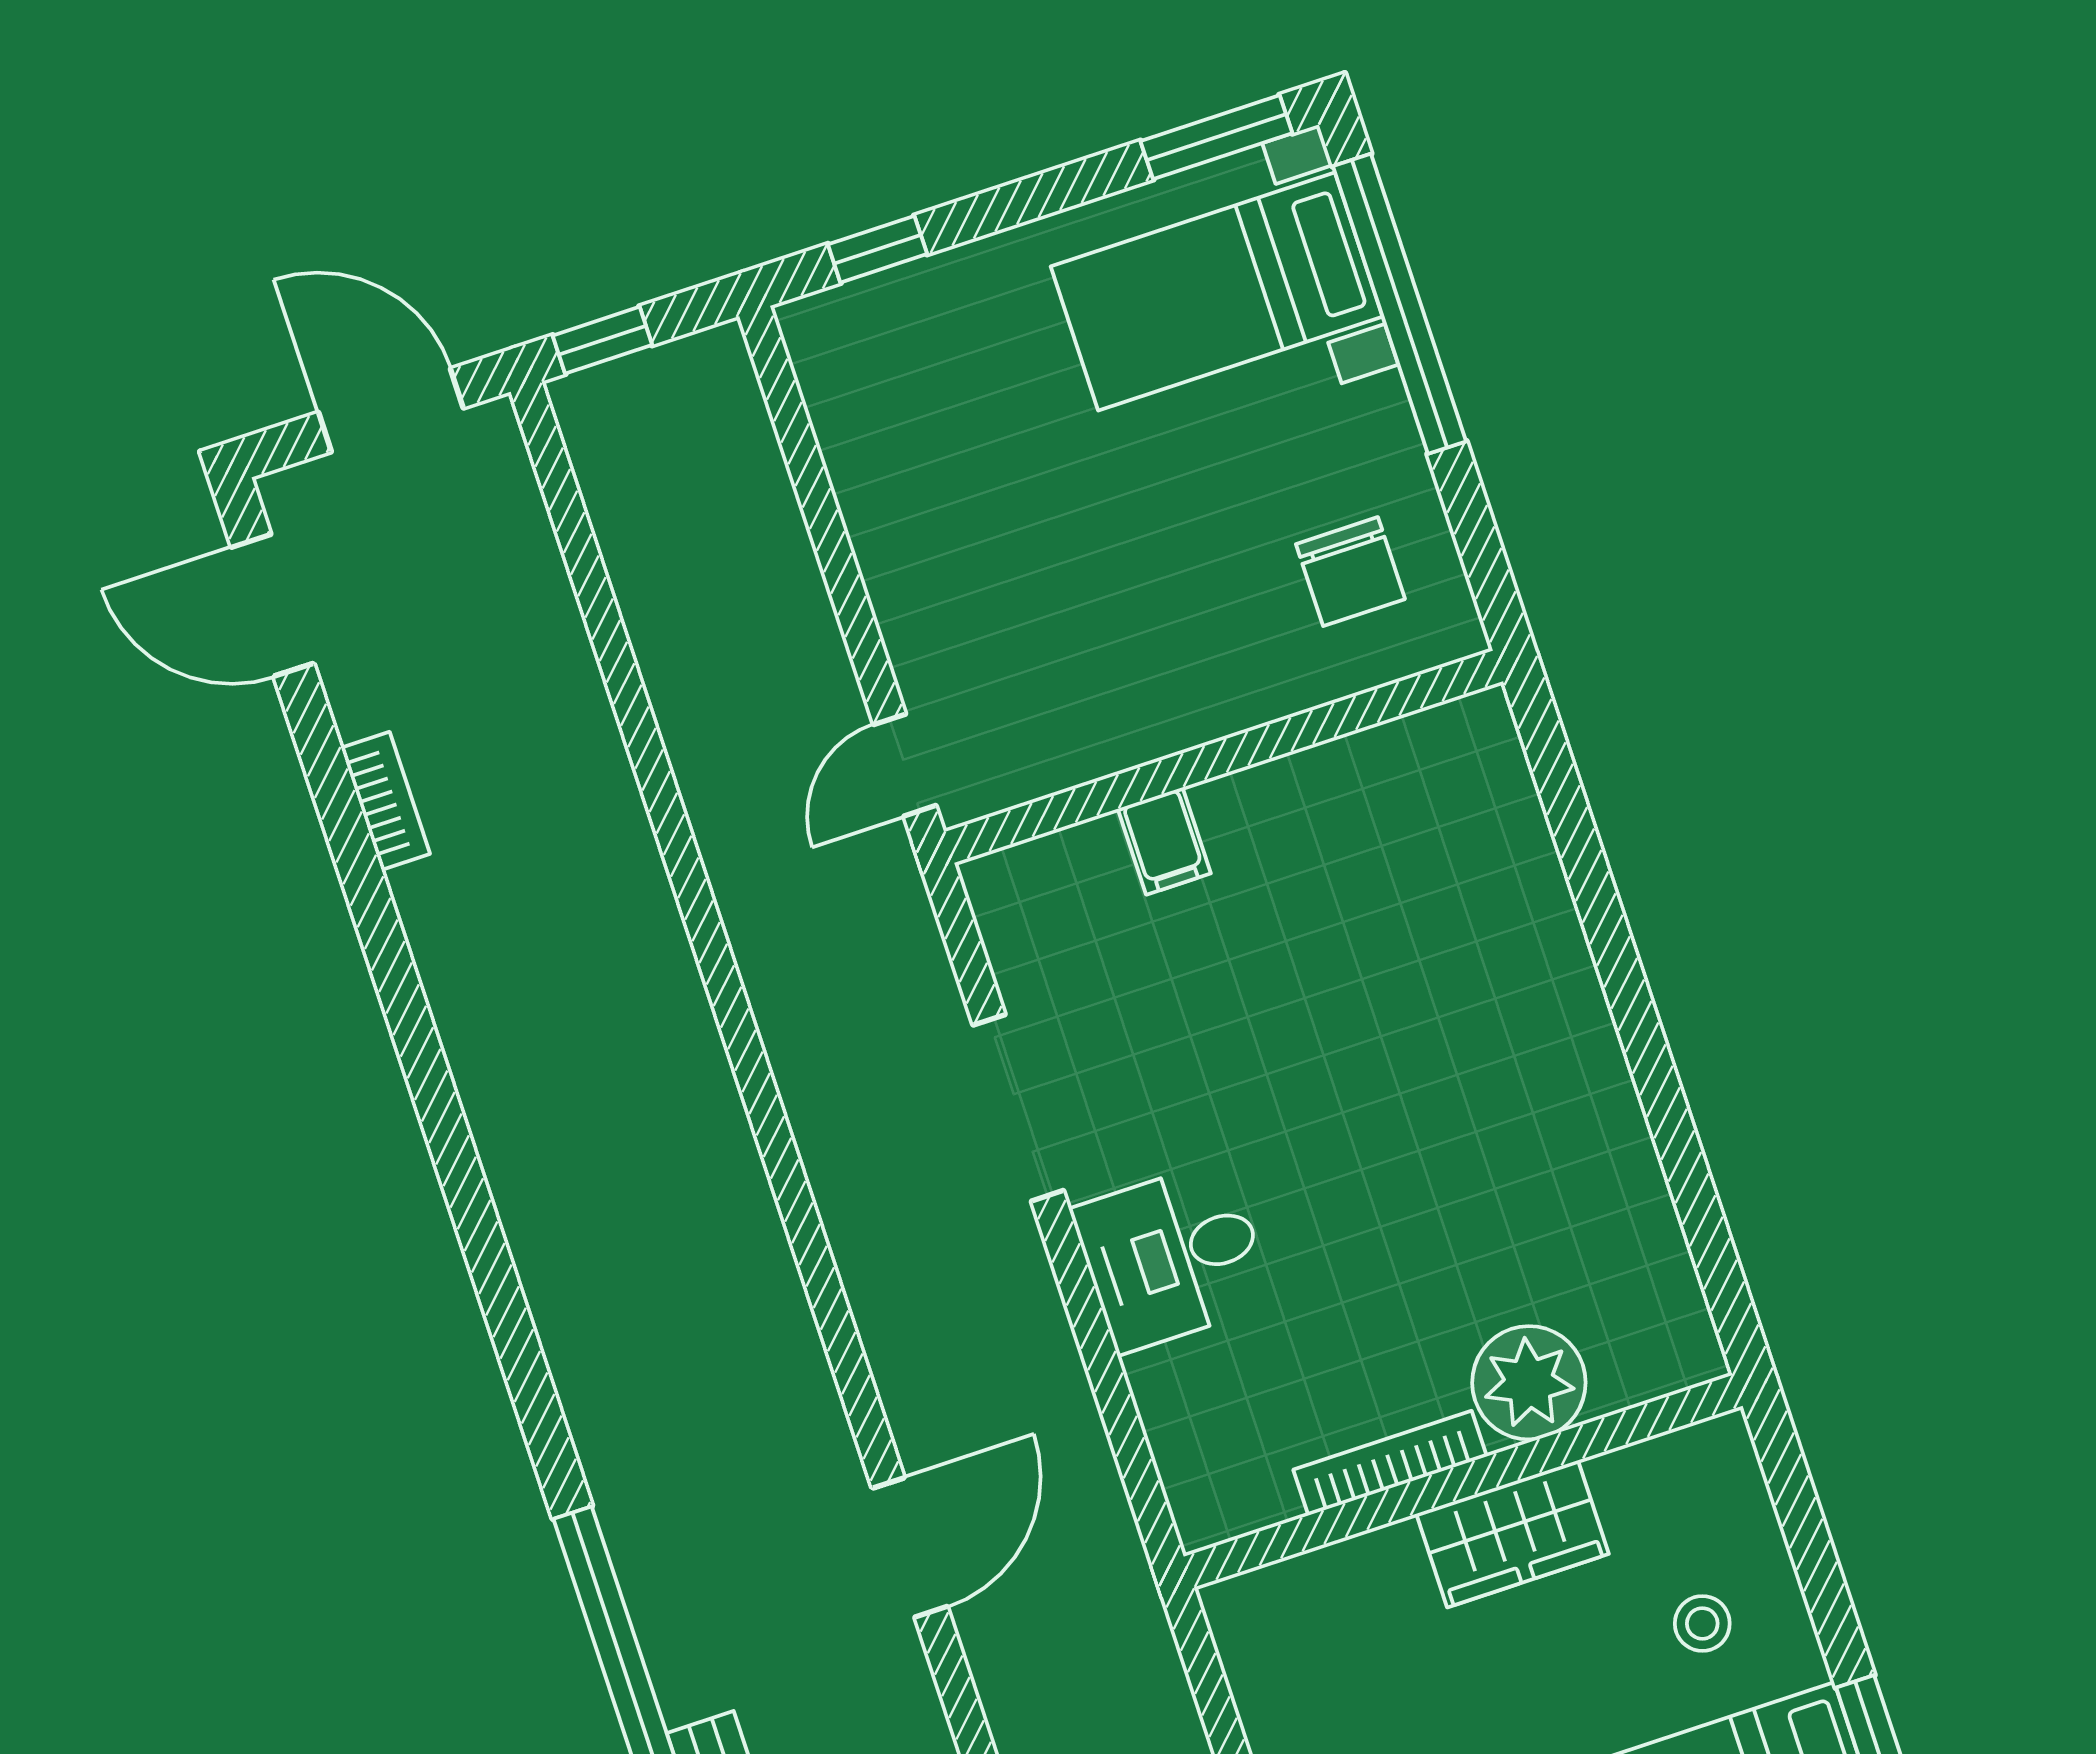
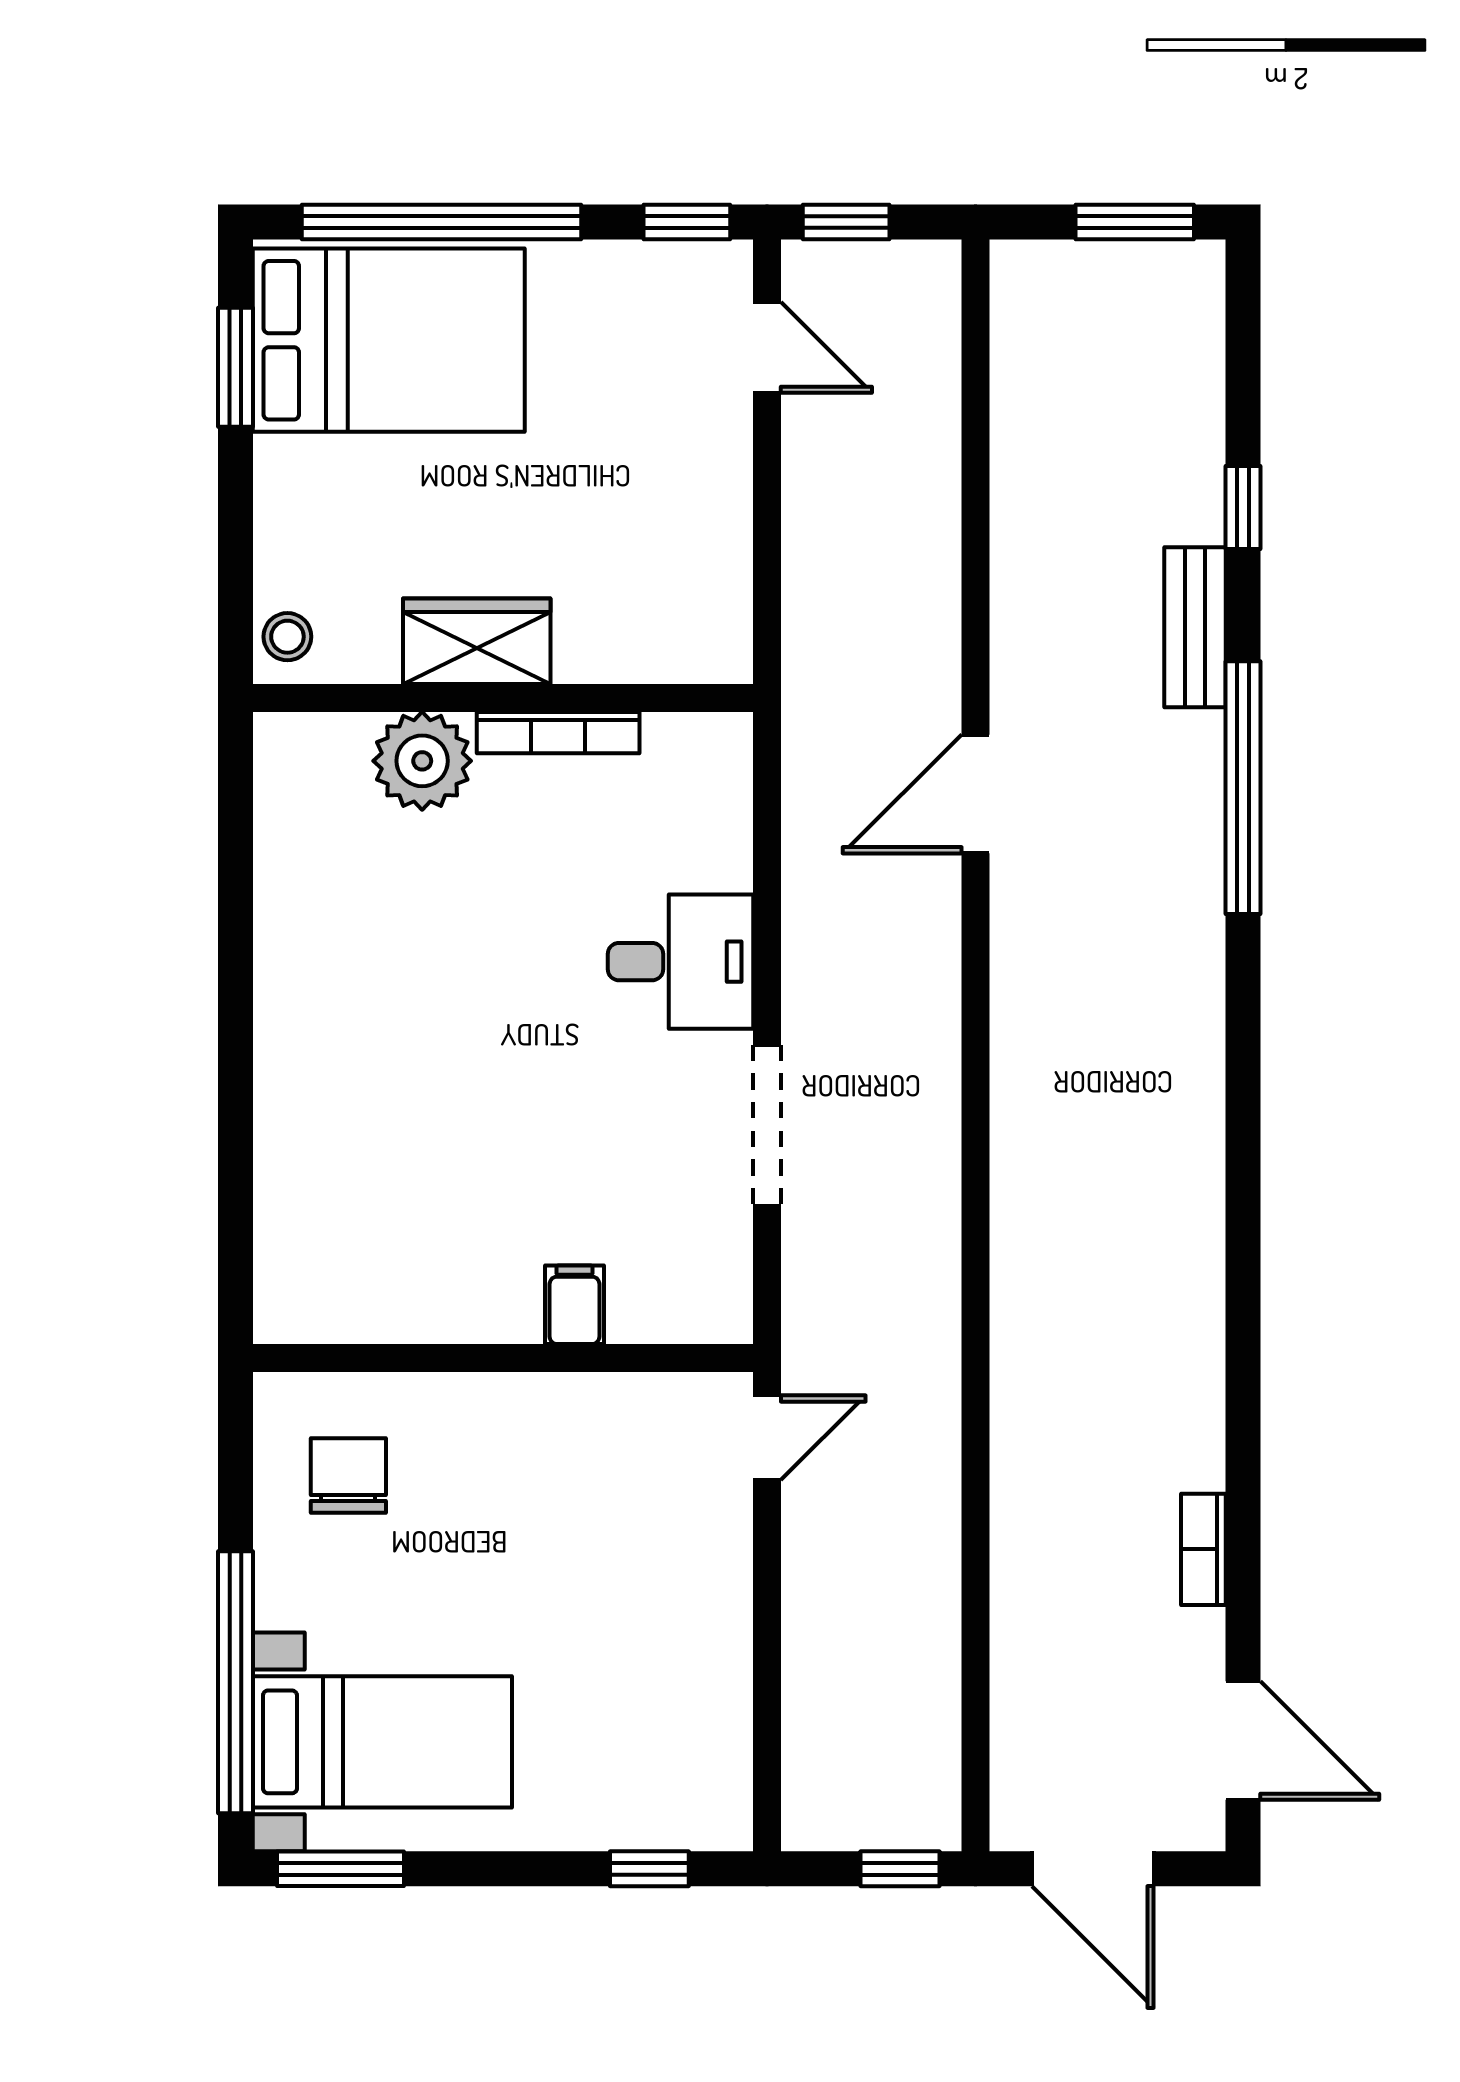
stool: (1702, 1623) -> (287, 637), moved

